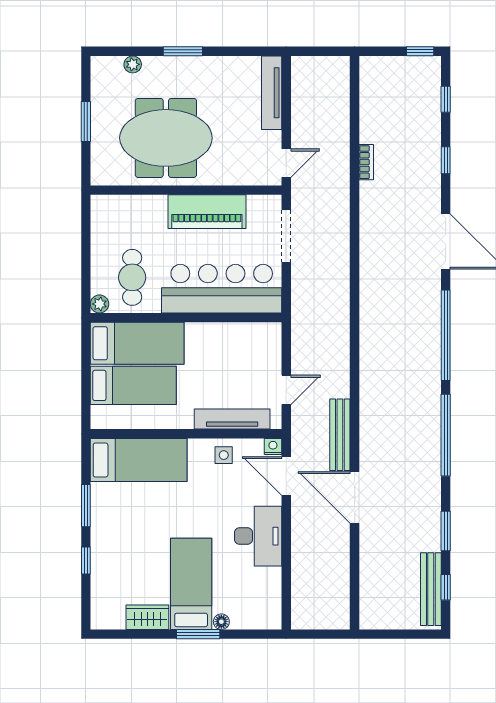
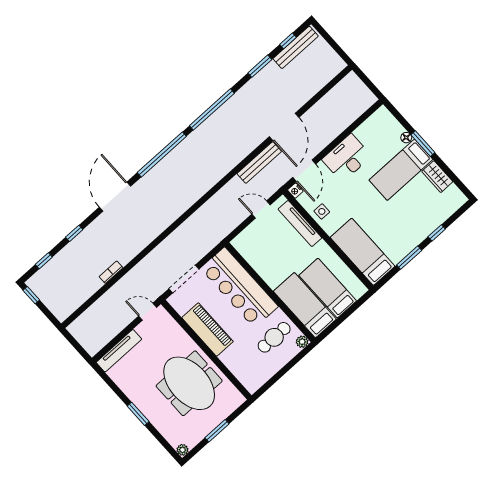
plant: (133, 64) -> (182, 450), moved

